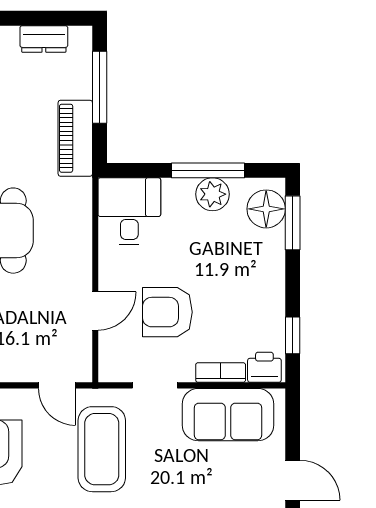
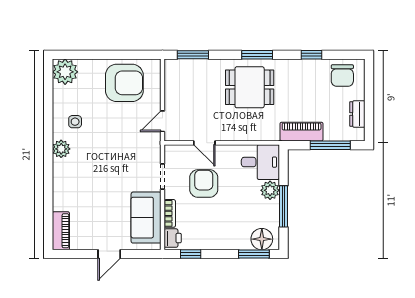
plant: (212, 194) -> (270, 190), moved
coffee table: (102, 449) -> (127, 147), removed

